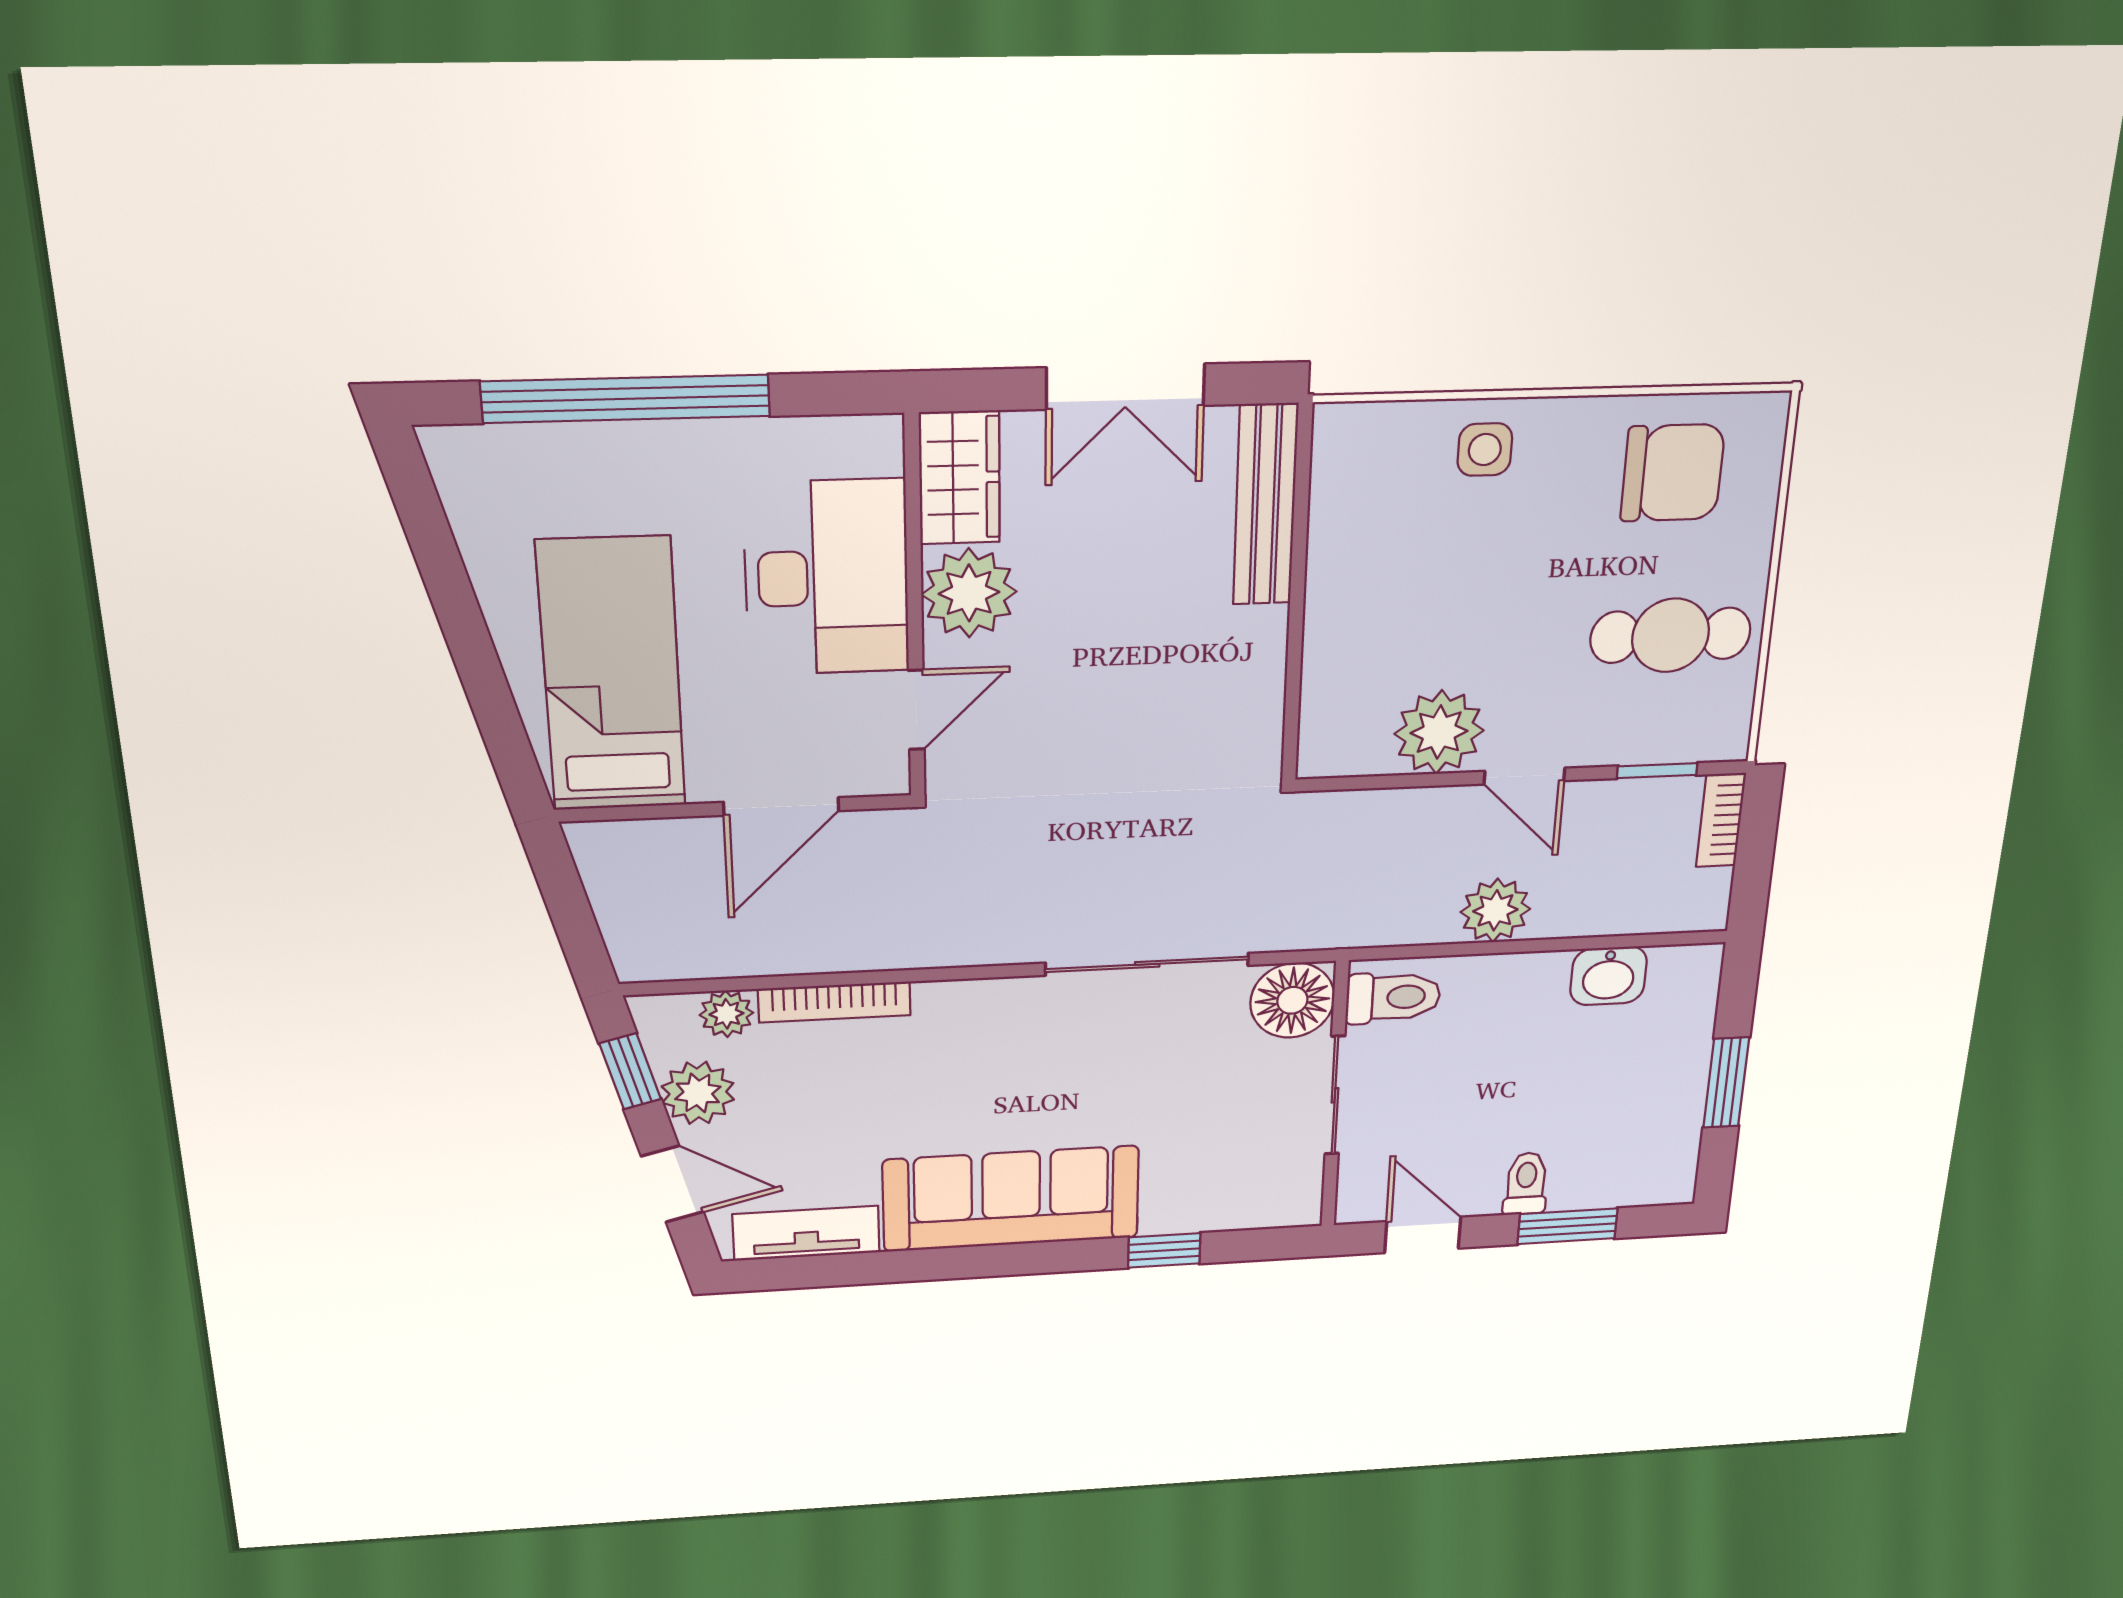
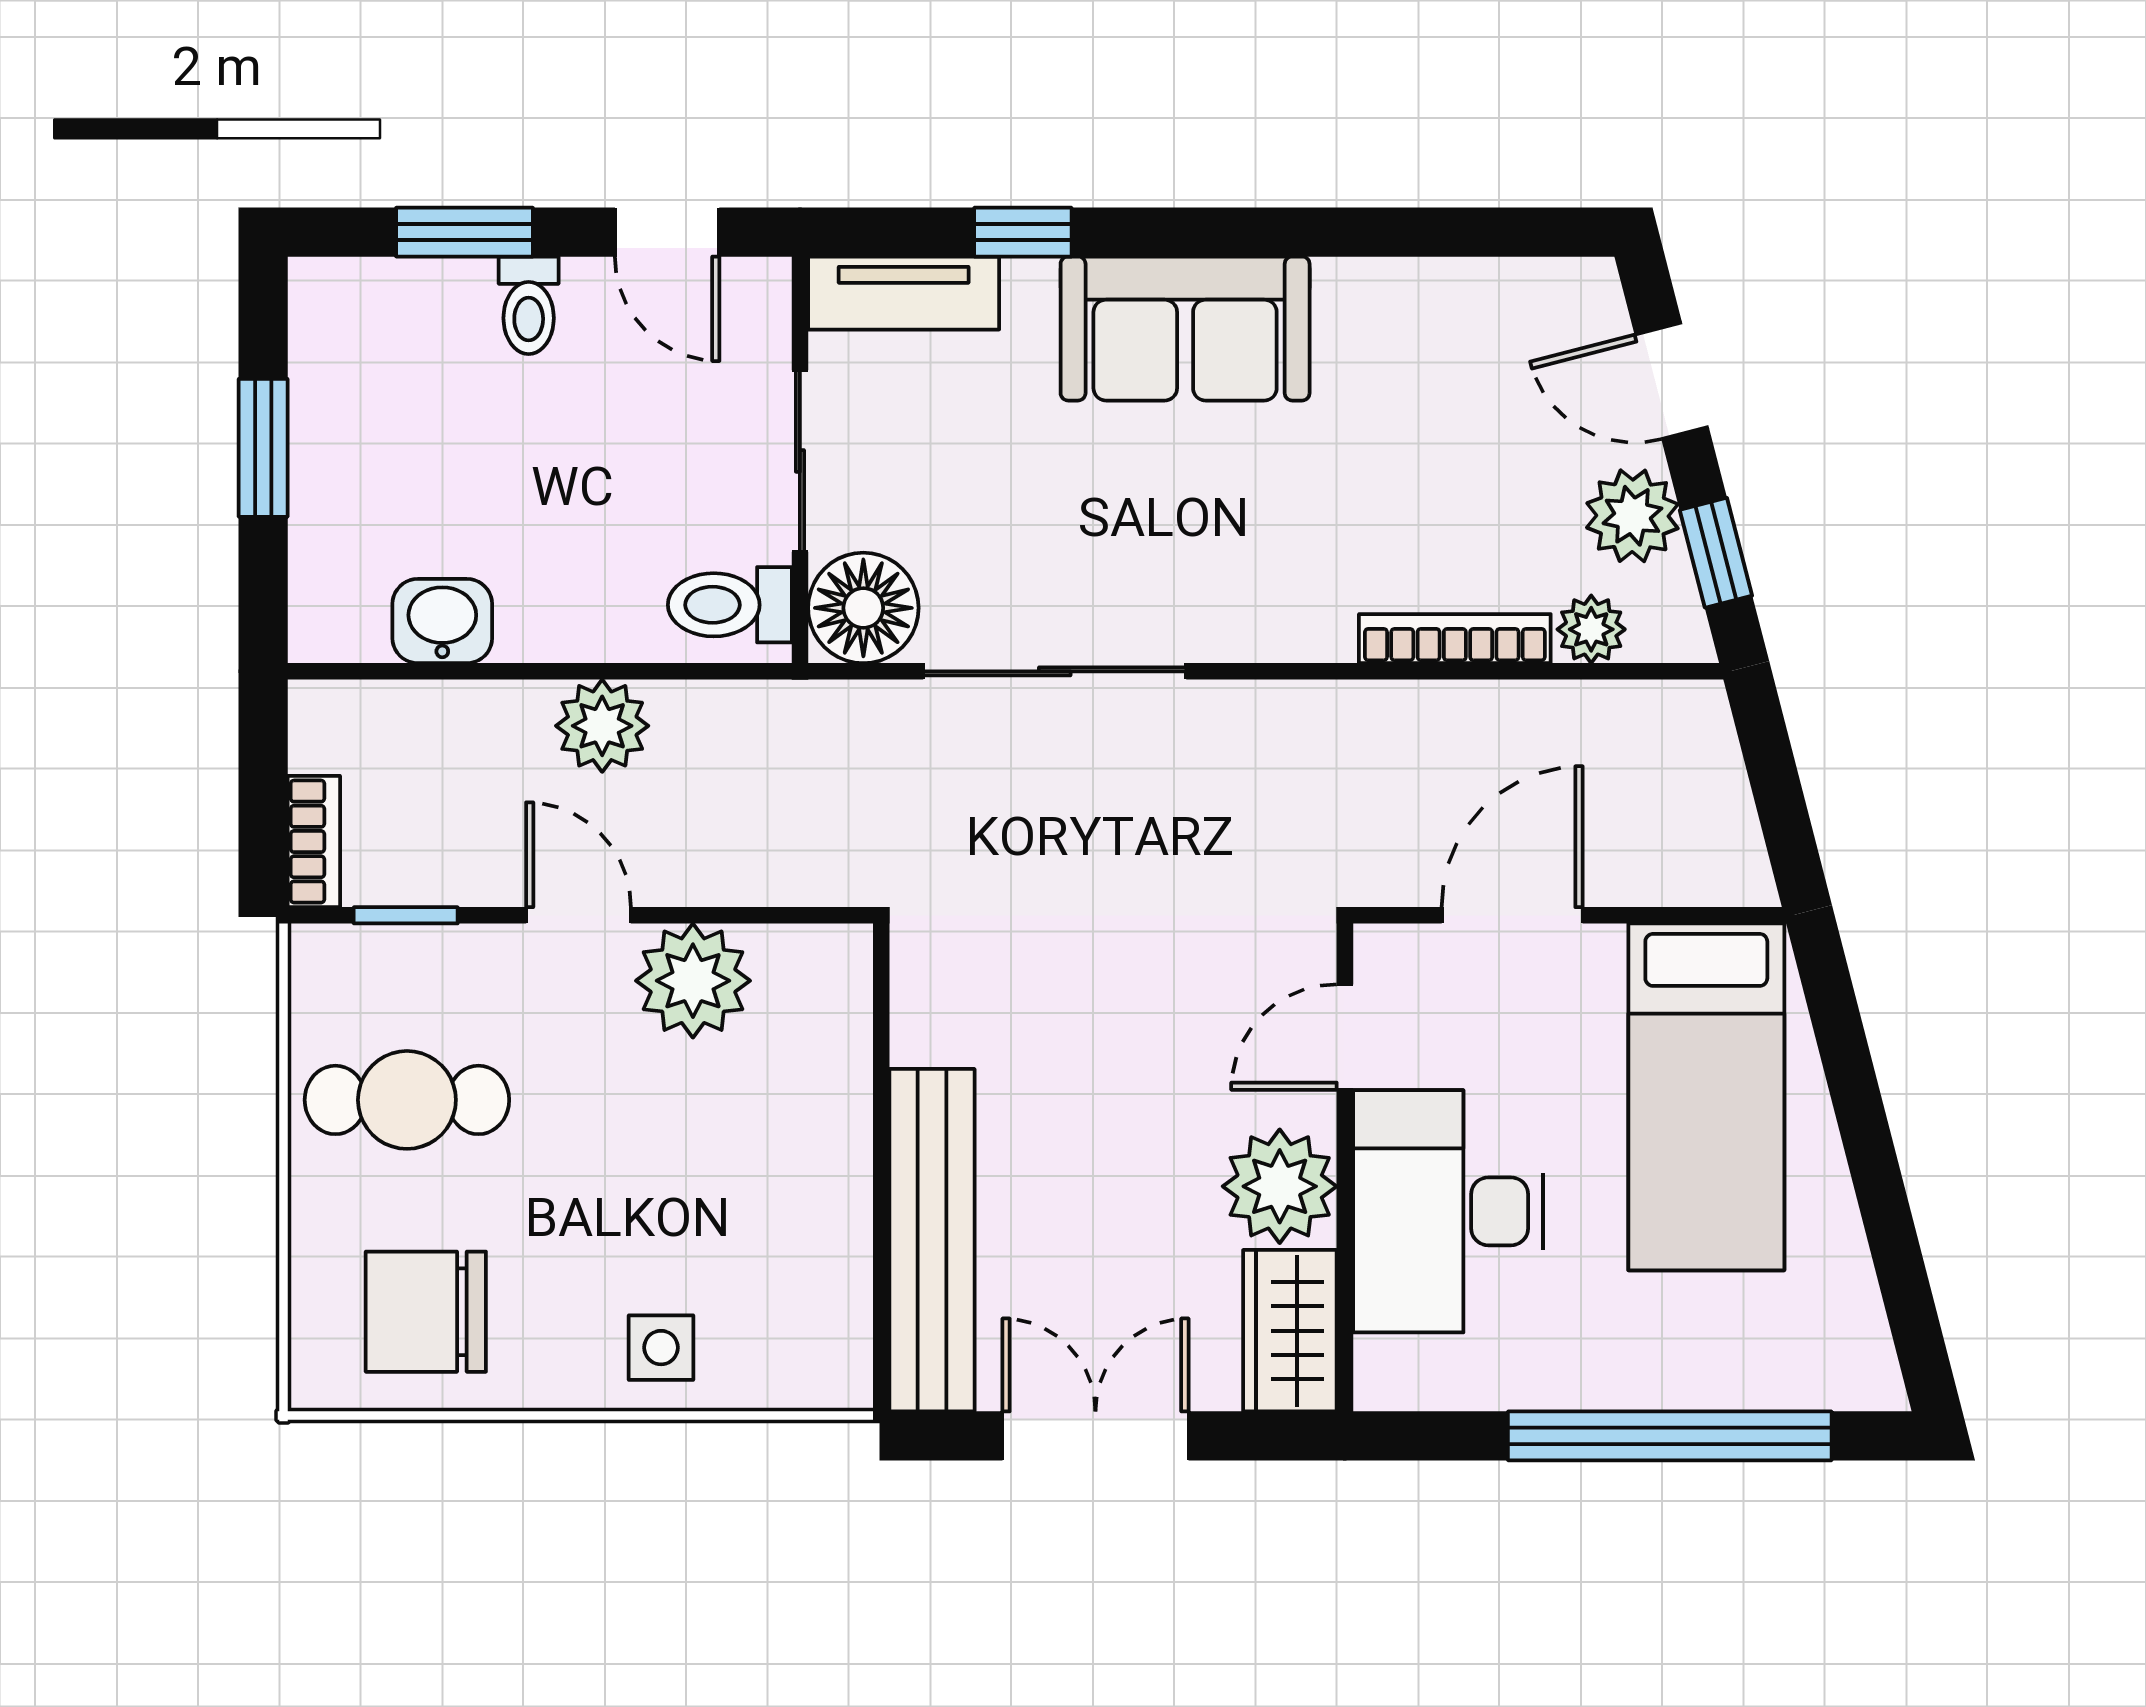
bench: (1265, 505) -> (932, 1240), width x1.37, depth x1.21
sofa: (1011, 1199) -> (1185, 329), width x0.73
tv unit: (806, 1233) -> (904, 293), moved

